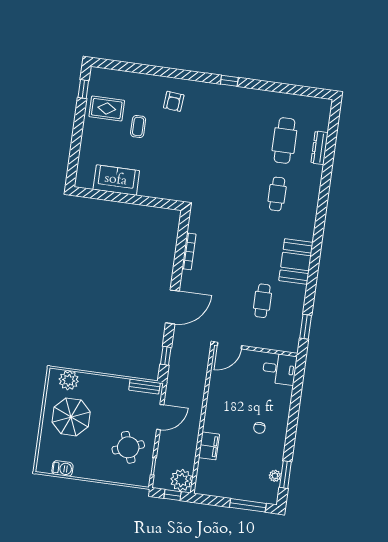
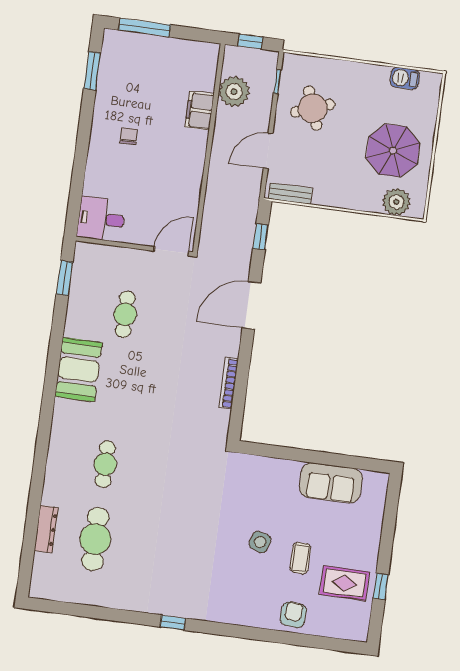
window: (83, 89) -> (381, 586), moved
armchair: (174, 101) -> (293, 615), moved
side table: (167, 138) -> (260, 542), added
plant: (275, 476) -> (107, 69), removed
plant: (181, 480) -> (234, 92), moved

